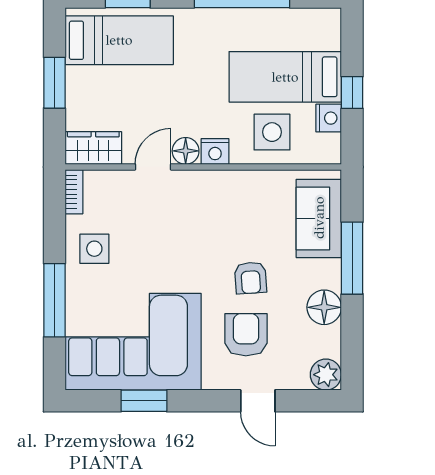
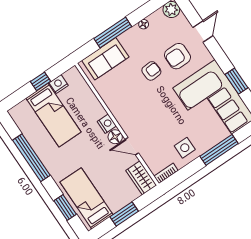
side table: (272, 132) -> (81, 105), removed
floor lamp: (324, 307) -> (144, 24), width x0.53, depth x0.53

